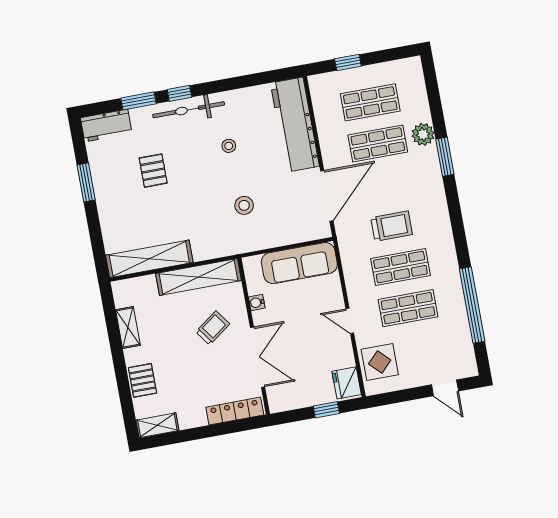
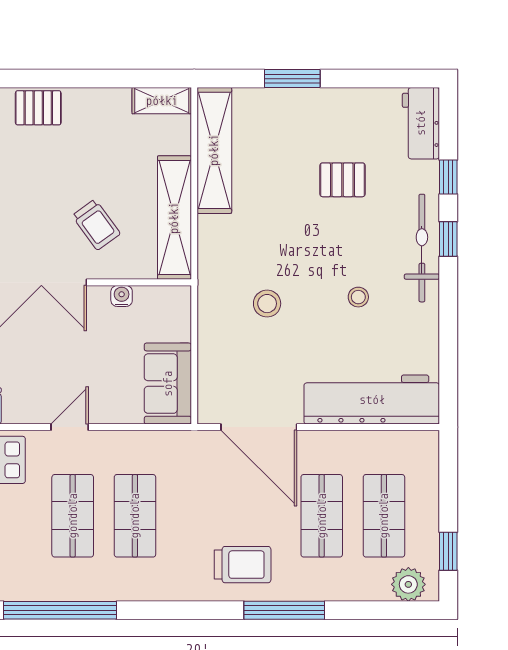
window: (348, 62) -> (448, 551), moved
window: (139, 101) -> (448, 177), width x0.67
plant: (423, 134) -> (408, 584), moved
window: (445, 157) -> (284, 610), width x1.44
window: (86, 182) -> (292, 79), moved
trolley: (392, 226) -> (243, 565), moved, turned -90
sofa: (299, 263) -> (168, 384), width x0.73
shelving: (128, 327) -> (162, 101), moved

